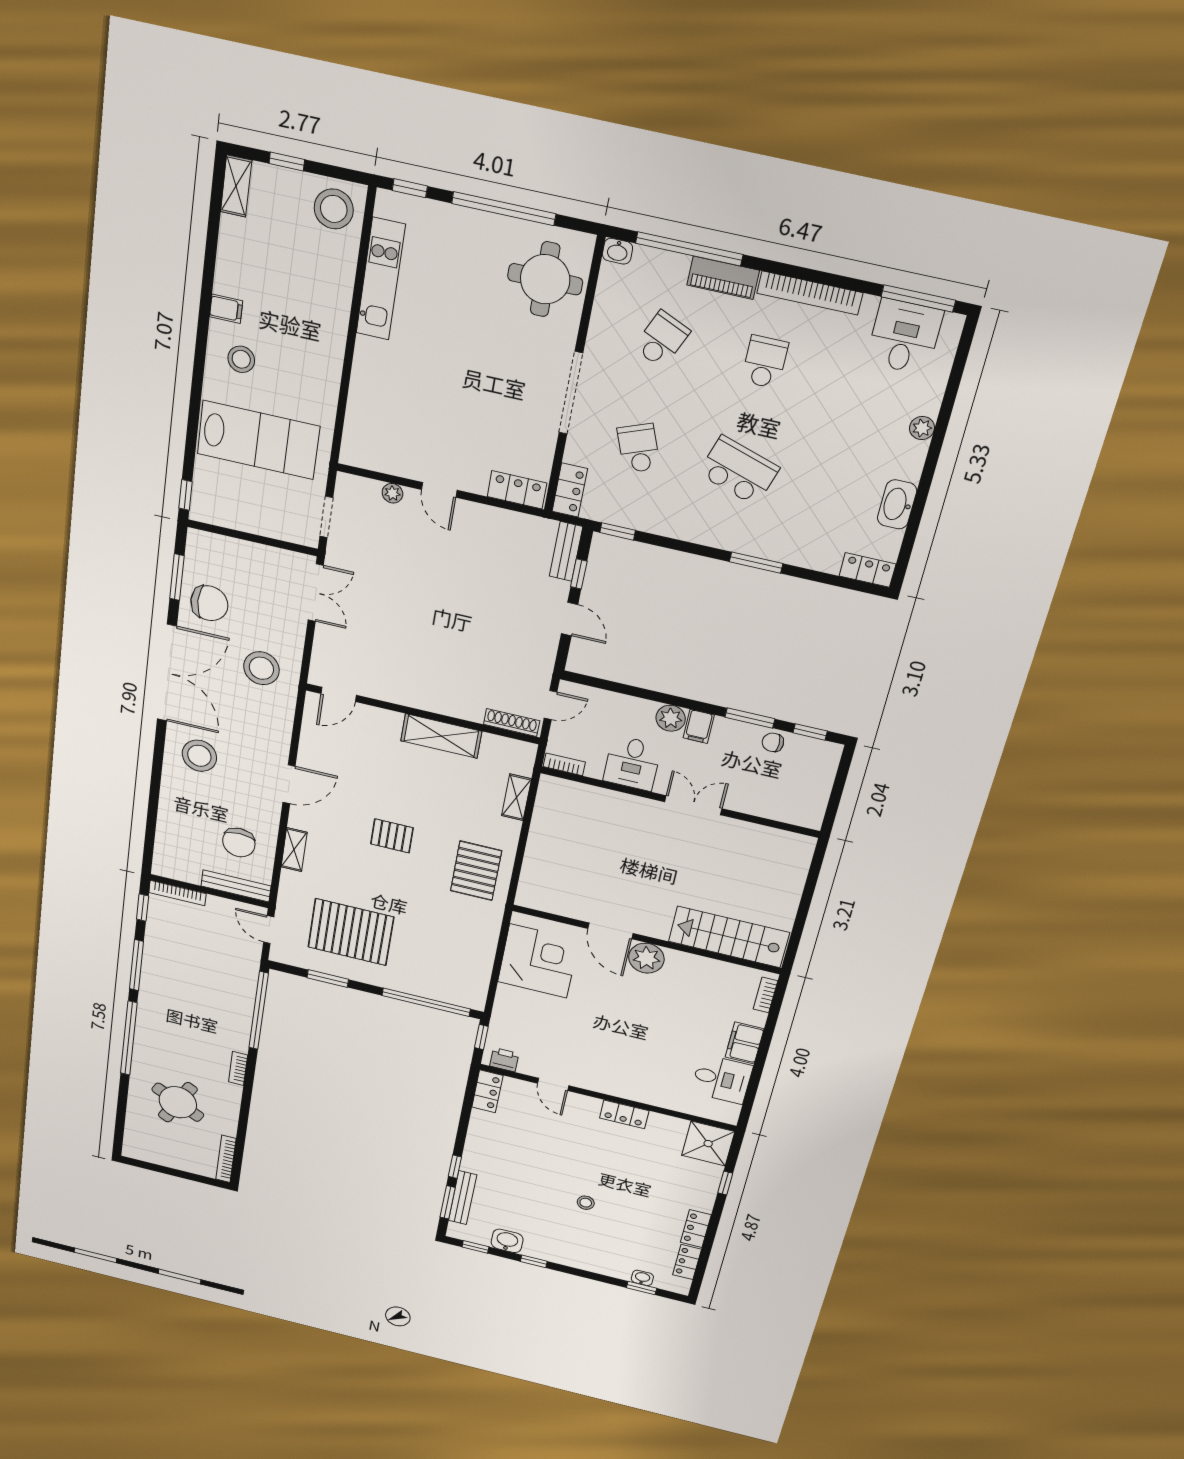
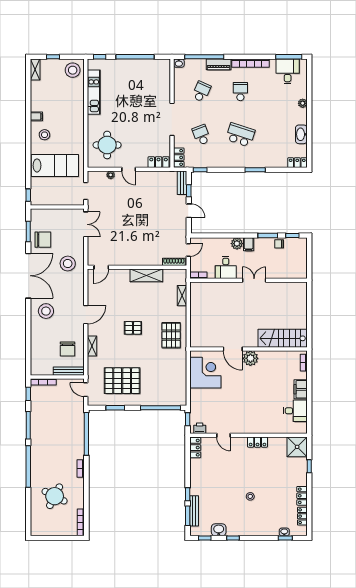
round table: (545, 279) -> (107, 145), moved

